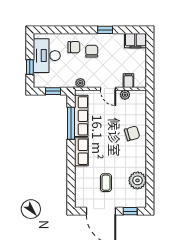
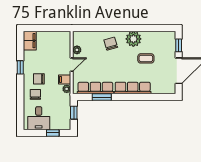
desk: (47, 56) -> (39, 118), width x0.73
filing cabinet: (128, 81) -> (65, 79), moved
window: (71, 123) -> (102, 97), width x0.69
row of seats: (81, 152) -> (133, 88), width x1.48
plant: (138, 180) -> (133, 39), moved
coffee table: (106, 183) -> (146, 58), moved

